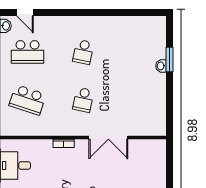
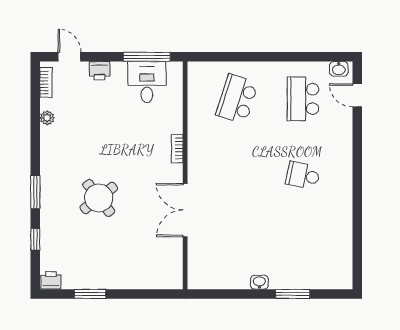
door: (25, 12) -> (357, 95), hinge flipped
washbasin: (161, 66) -> (259, 282), moved
school desk: (83, 100) -> (237, 175), removed

